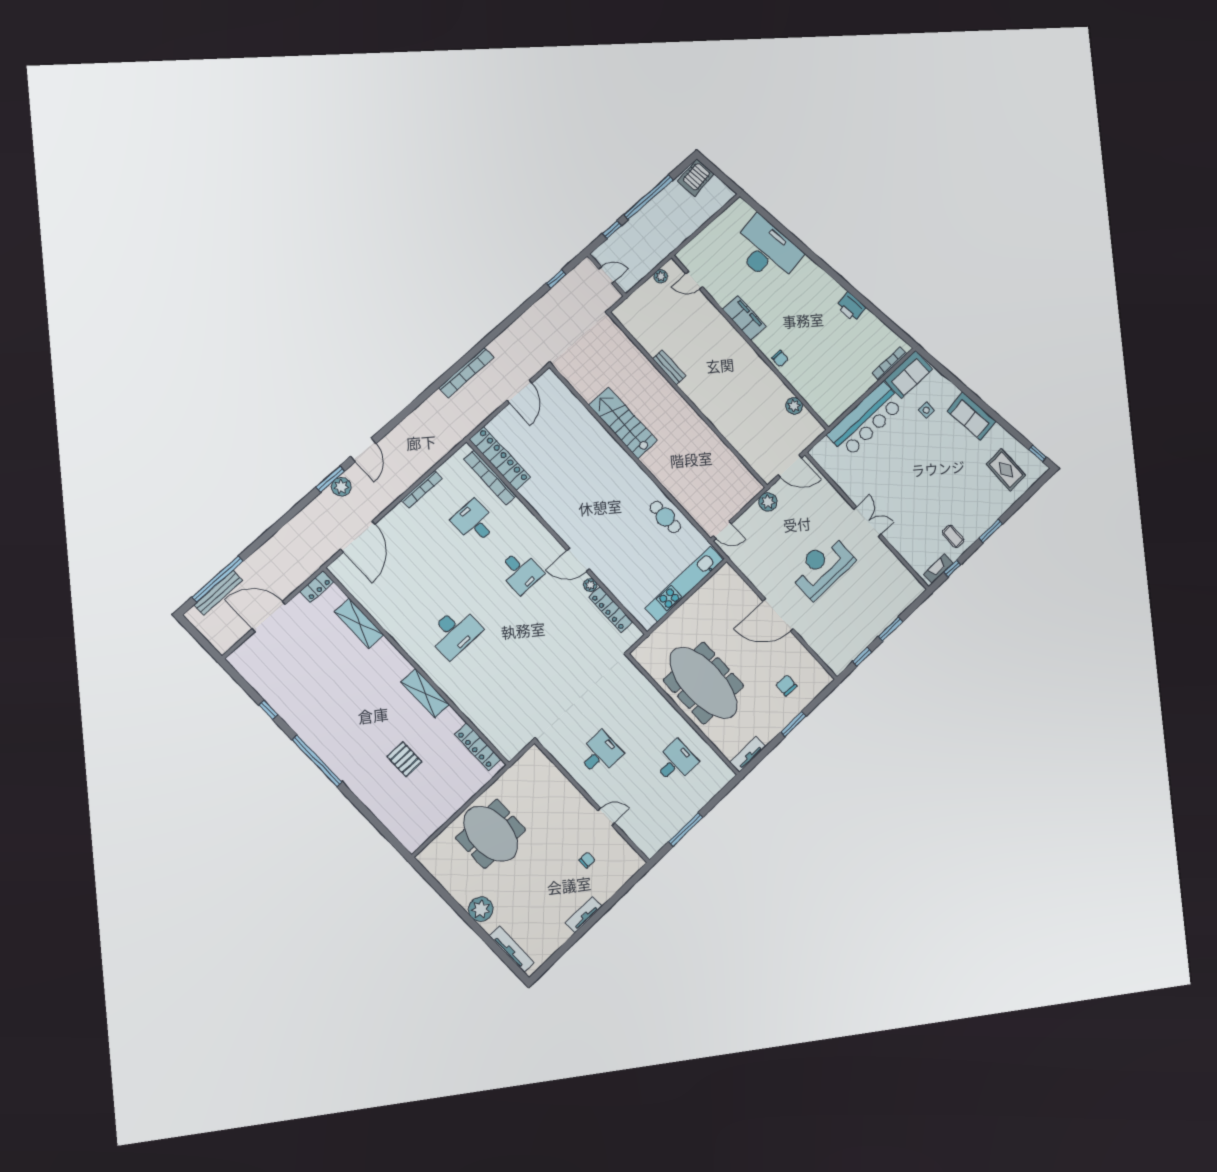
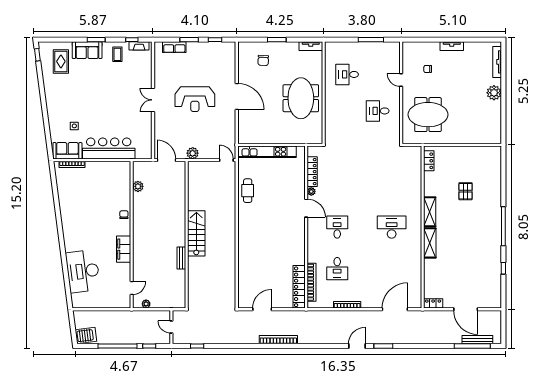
door: (694, 280) -> (132, 288), hinge flipped
printer: (851, 307) -> (66, 208), removed
sofa: (972, 416) -> (87, 50), moved, turned 97
stairs: (623, 423) -> (196, 233), moved, turned 180
plant: (341, 487) -> (382, 338), removed
row of seats: (899, 605) -> (174, 47), added
shelving: (359, 623) -> (430, 243), moved
meeting table: (703, 683) -> (301, 98), width x0.73
locker: (478, 747) -> (429, 161), width x0.66
meeting table: (491, 834) -> (428, 115), moved, turned 90

